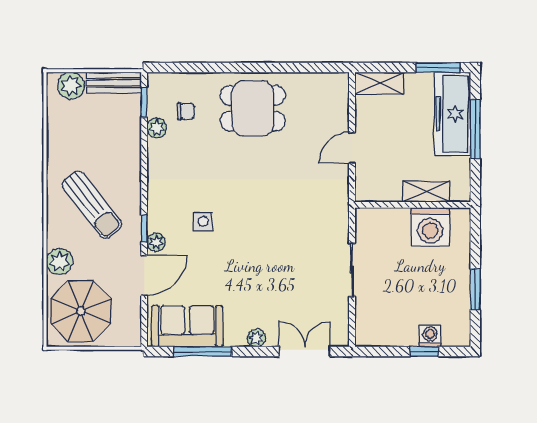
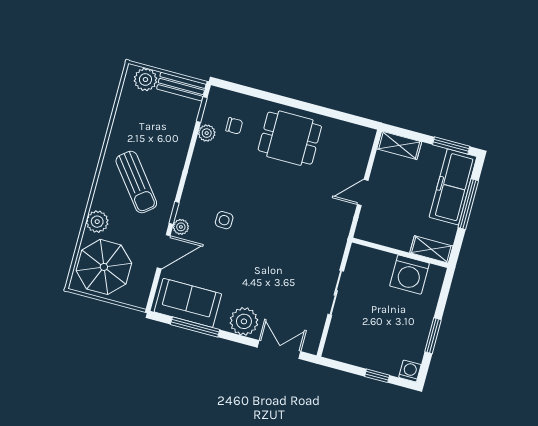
shelving: (426, 192) -> (431, 249), moved
washing machine: (430, 336) -> (410, 371), moved
plant: (256, 338) -> (244, 321), width x1.88, depth x1.88

